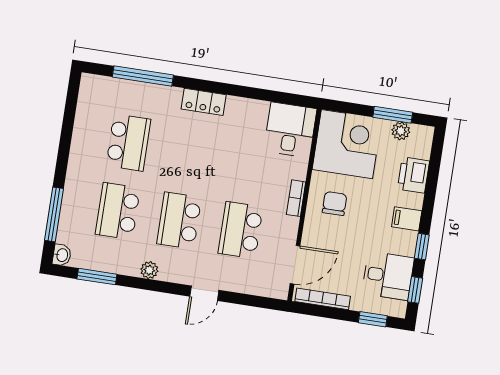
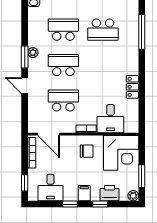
locker: (204, 102) -> (132, 87), moved
desk: (290, 130) -> (110, 119), moved, turned 90
plant: (401, 131) -> (133, 196), moved
window: (97, 277) -> (25, 57), moved
window: (415, 290) -> (100, 204), moved

